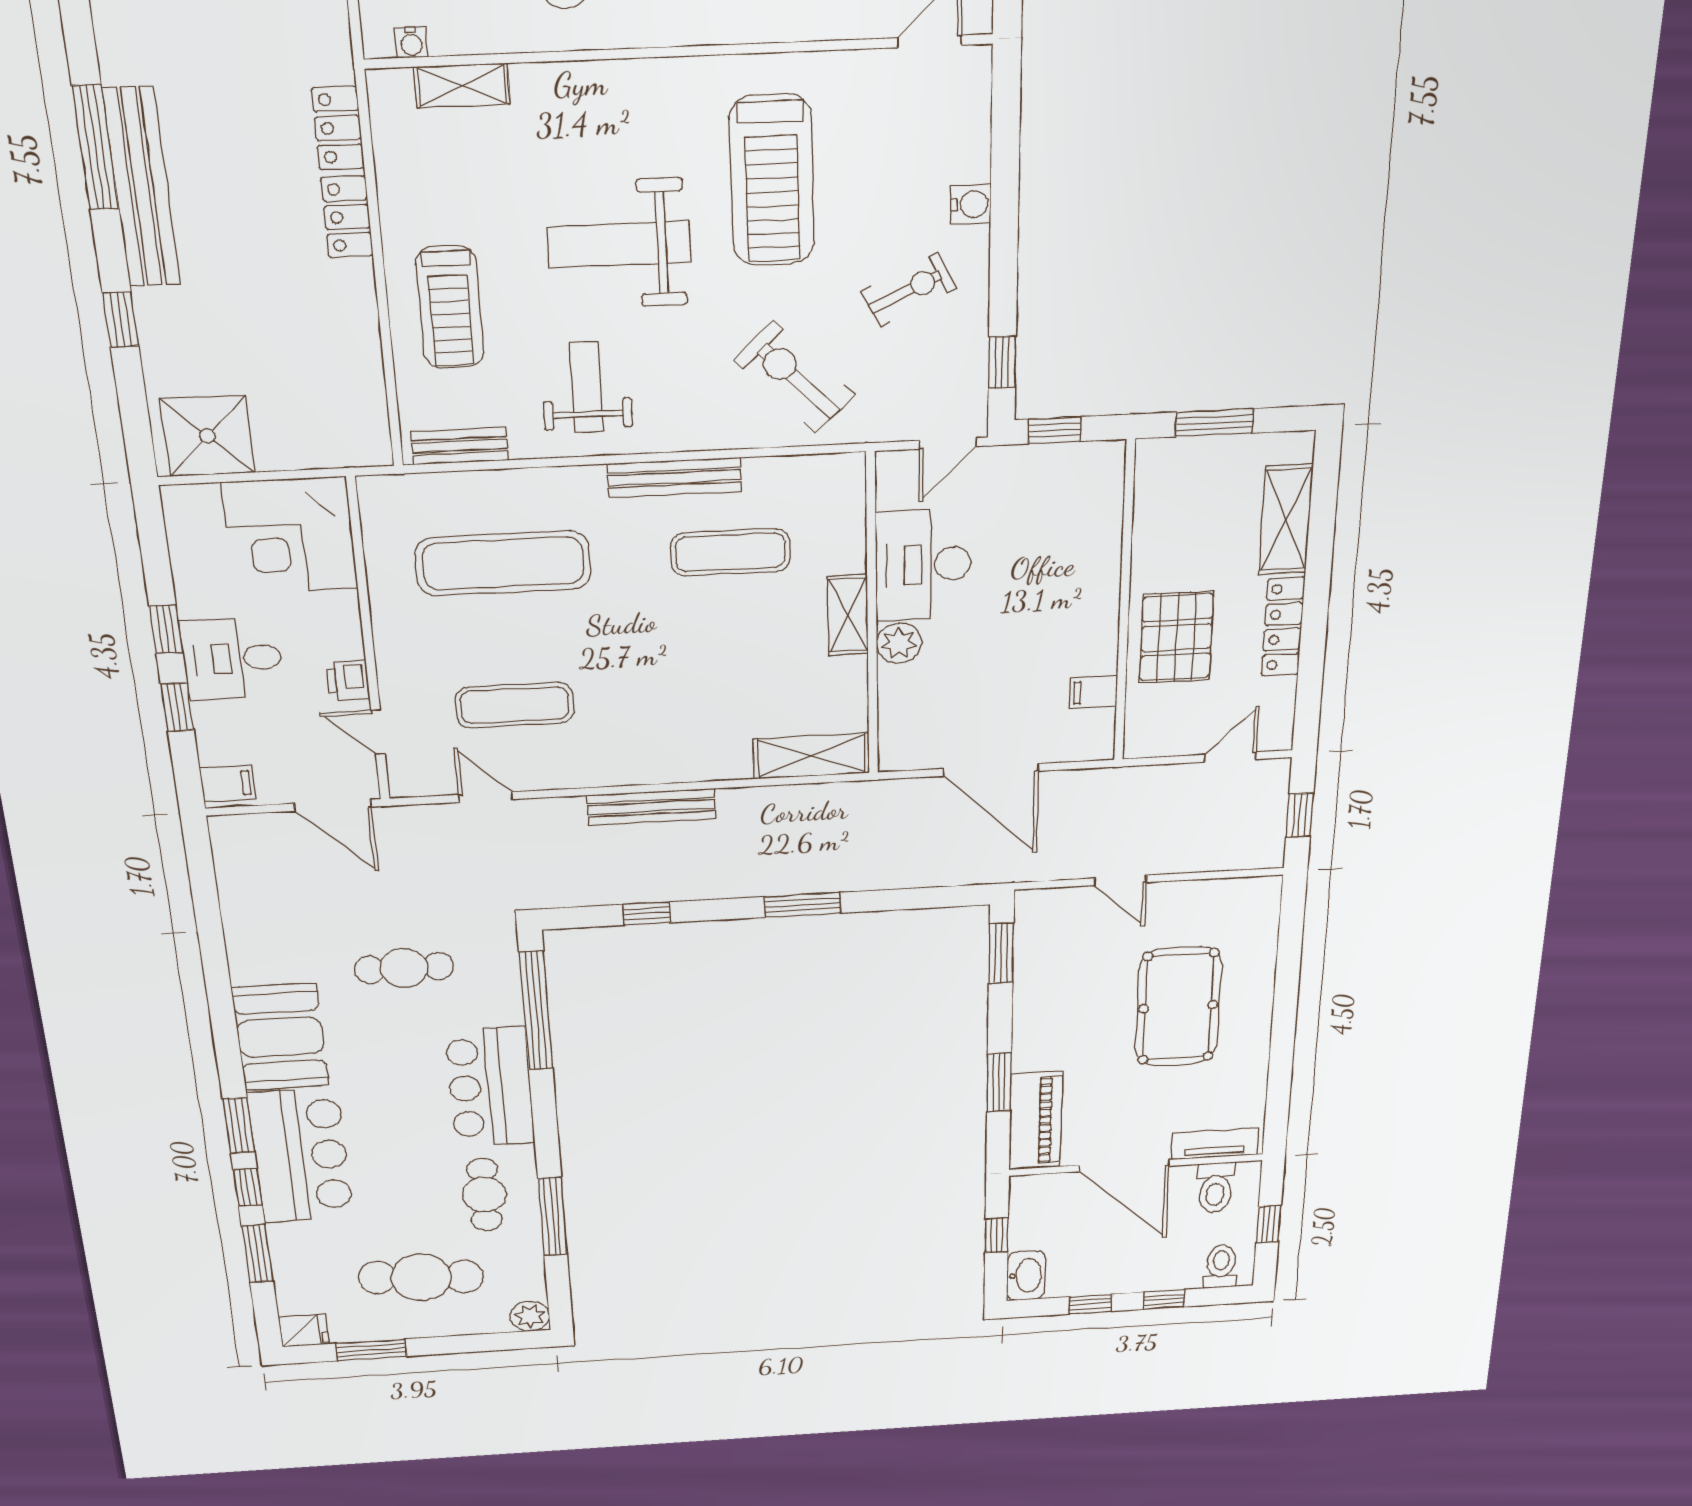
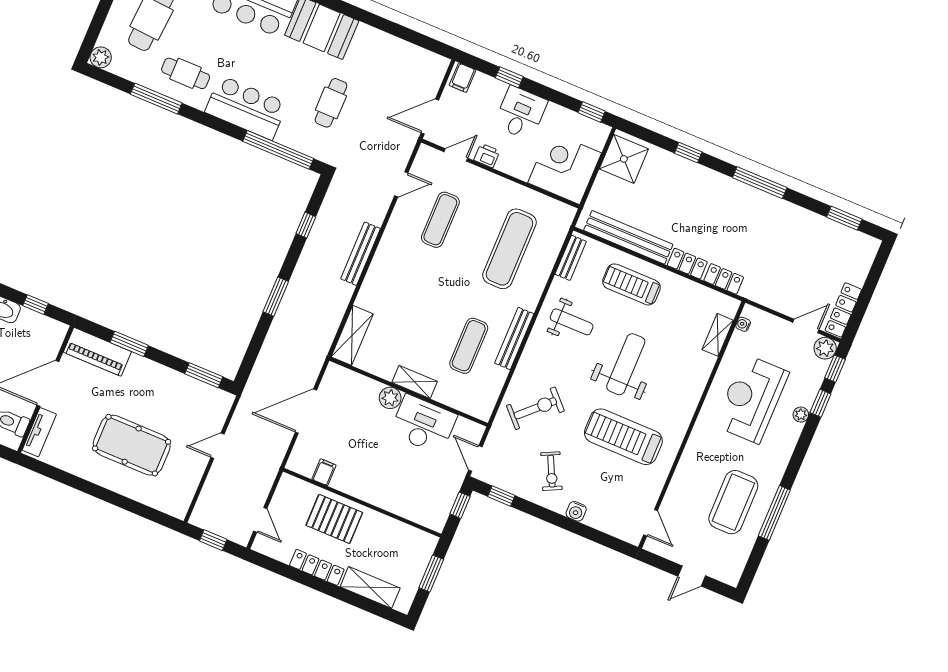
bench: (142, 188) -> (628, 237), moved
window: (166, 629) -> (592, 112), moved

